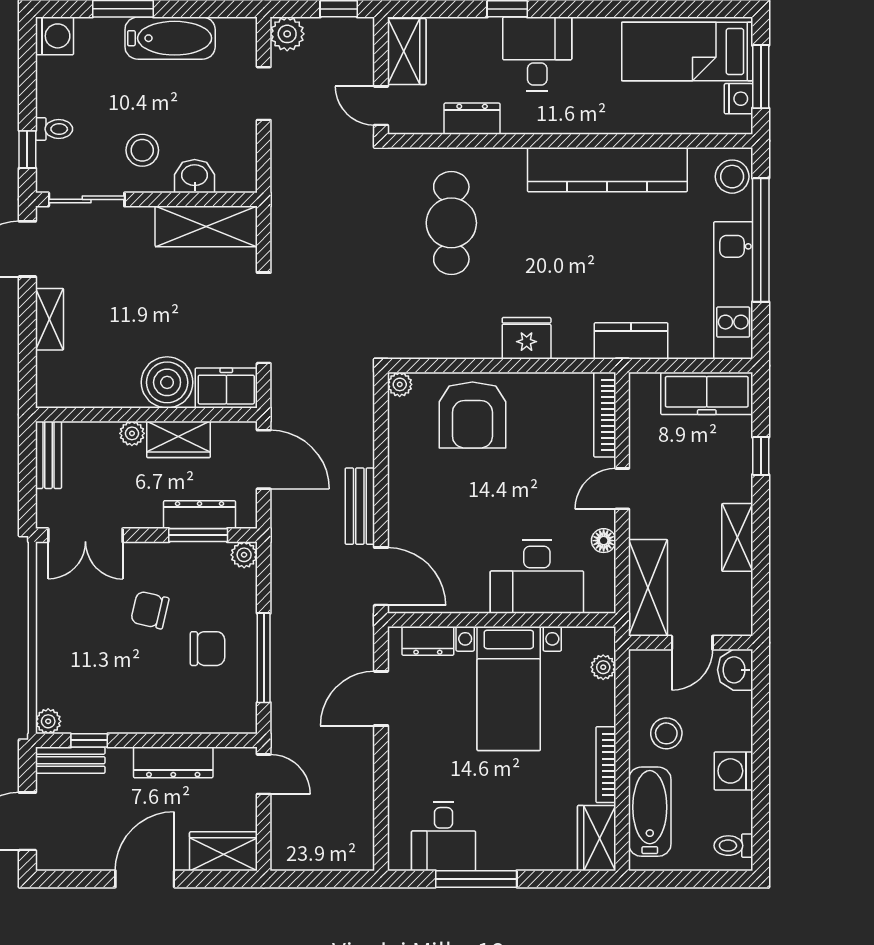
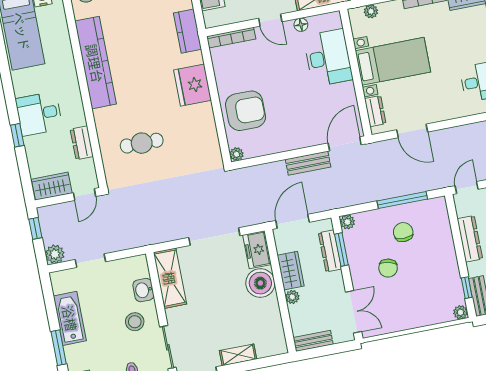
cafe table: (451, 223) -> (142, 143), width x0.73, depth x0.74
fridge: (527, 338) -> (193, 85), width x1.36, depth x1.34

